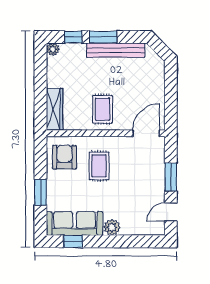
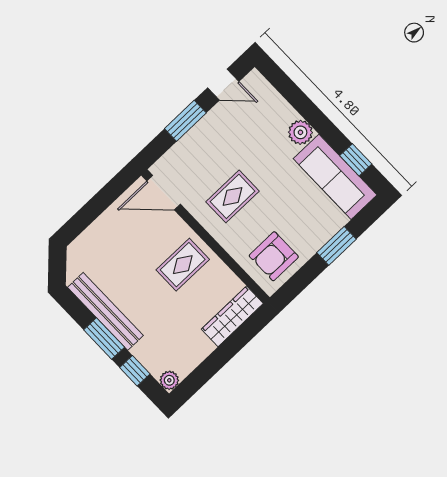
rug: (99, 166) -> (233, 196), moved

